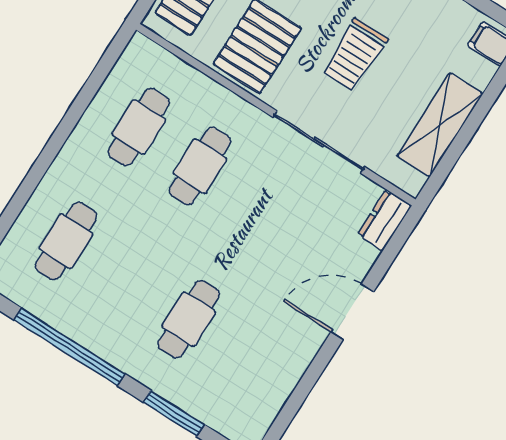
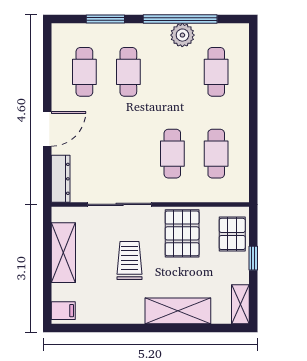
dresser: (385, 220) -> (61, 179), width x1.44
plant: (80, 322) -> (182, 35), added
cafe table: (250, 358) -> (84, 72), added

